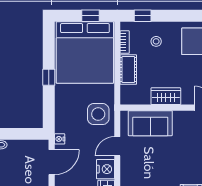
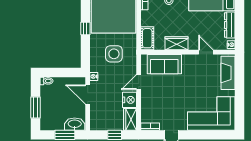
cot: (128, 70) -> (147, 38), moved
side table: (98, 114) -> (114, 54), moved
door: (52, 162) -> (88, 94), swing flipped

